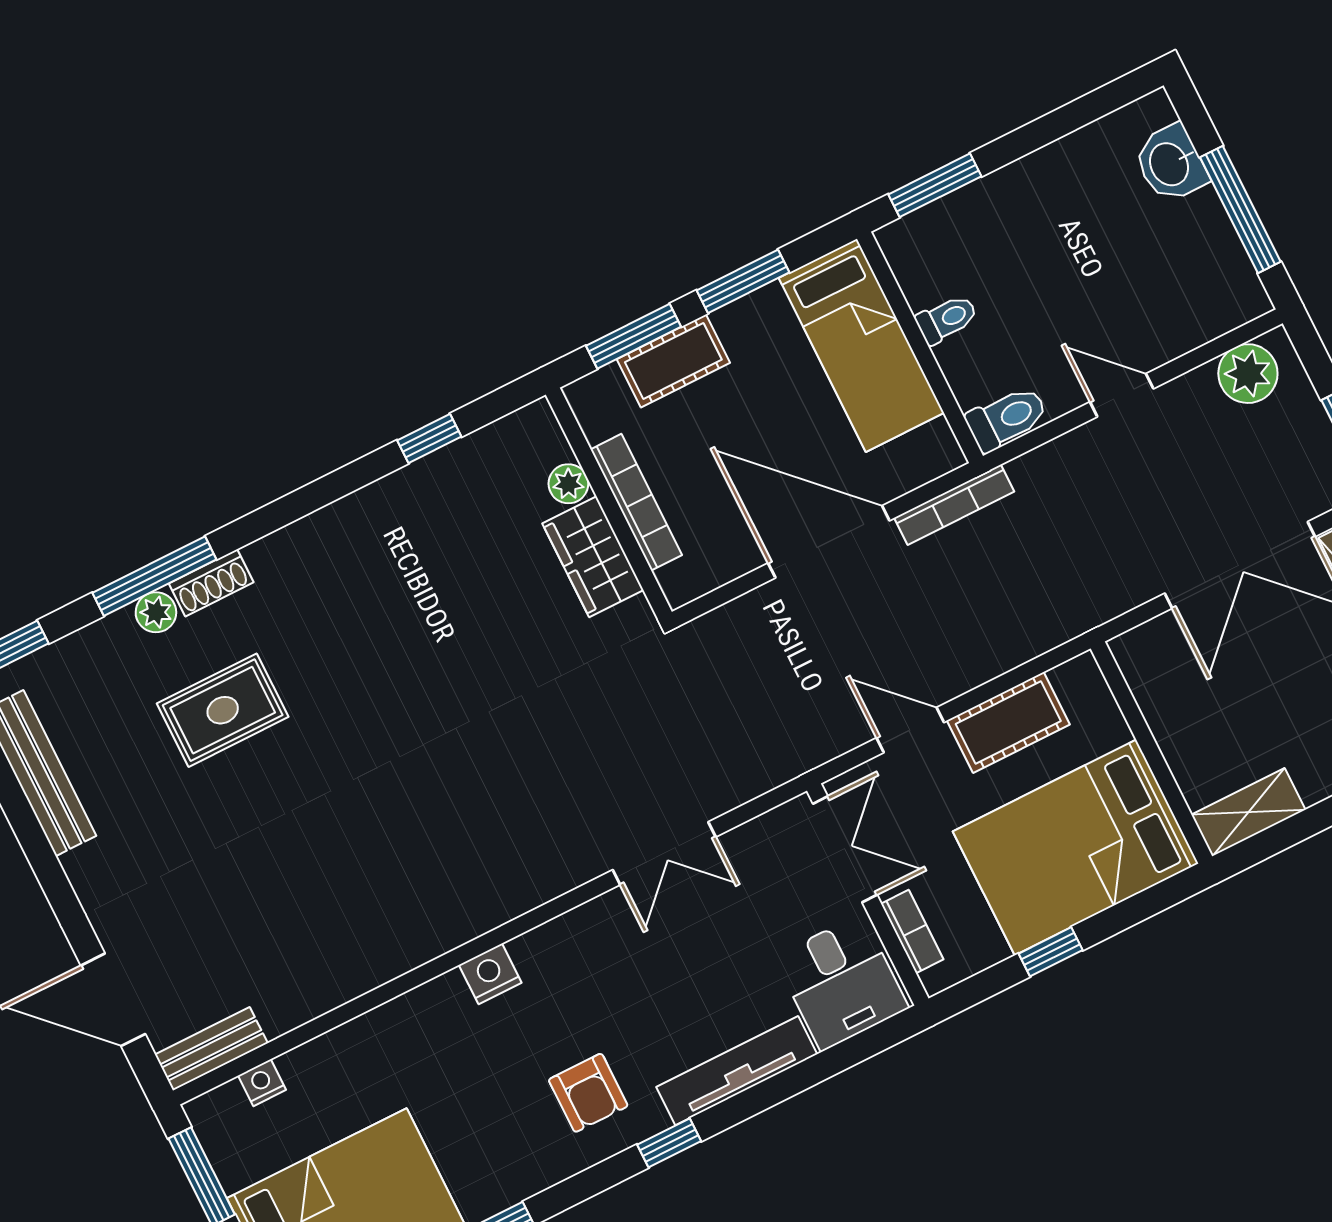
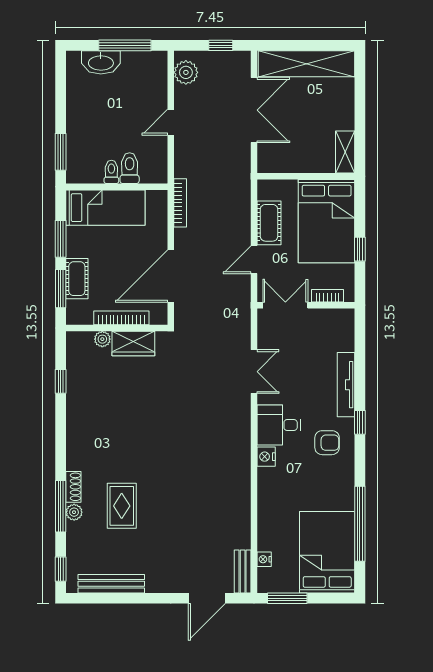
washbasin: (1171, 164) -> (101, 62), width x1.38
toilet: (1007, 418) -> (130, 168), moved
door: (829, 542) -> (171, 276), moved
desk: (841, 982) -> (279, 425), moved, turned 180

